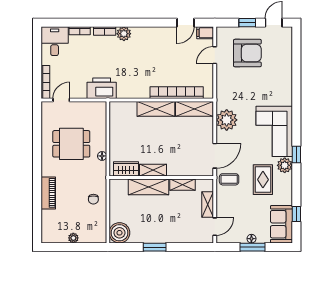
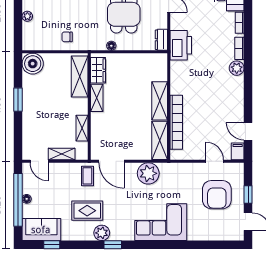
dresser: (96, 107) -> (161, 40), added
corner sofa: (274, 131) -> (161, 222), moved
shelving: (149, 187) -> (80, 77), moved
window: (253, 247) -> (18, 200), width x2.11

